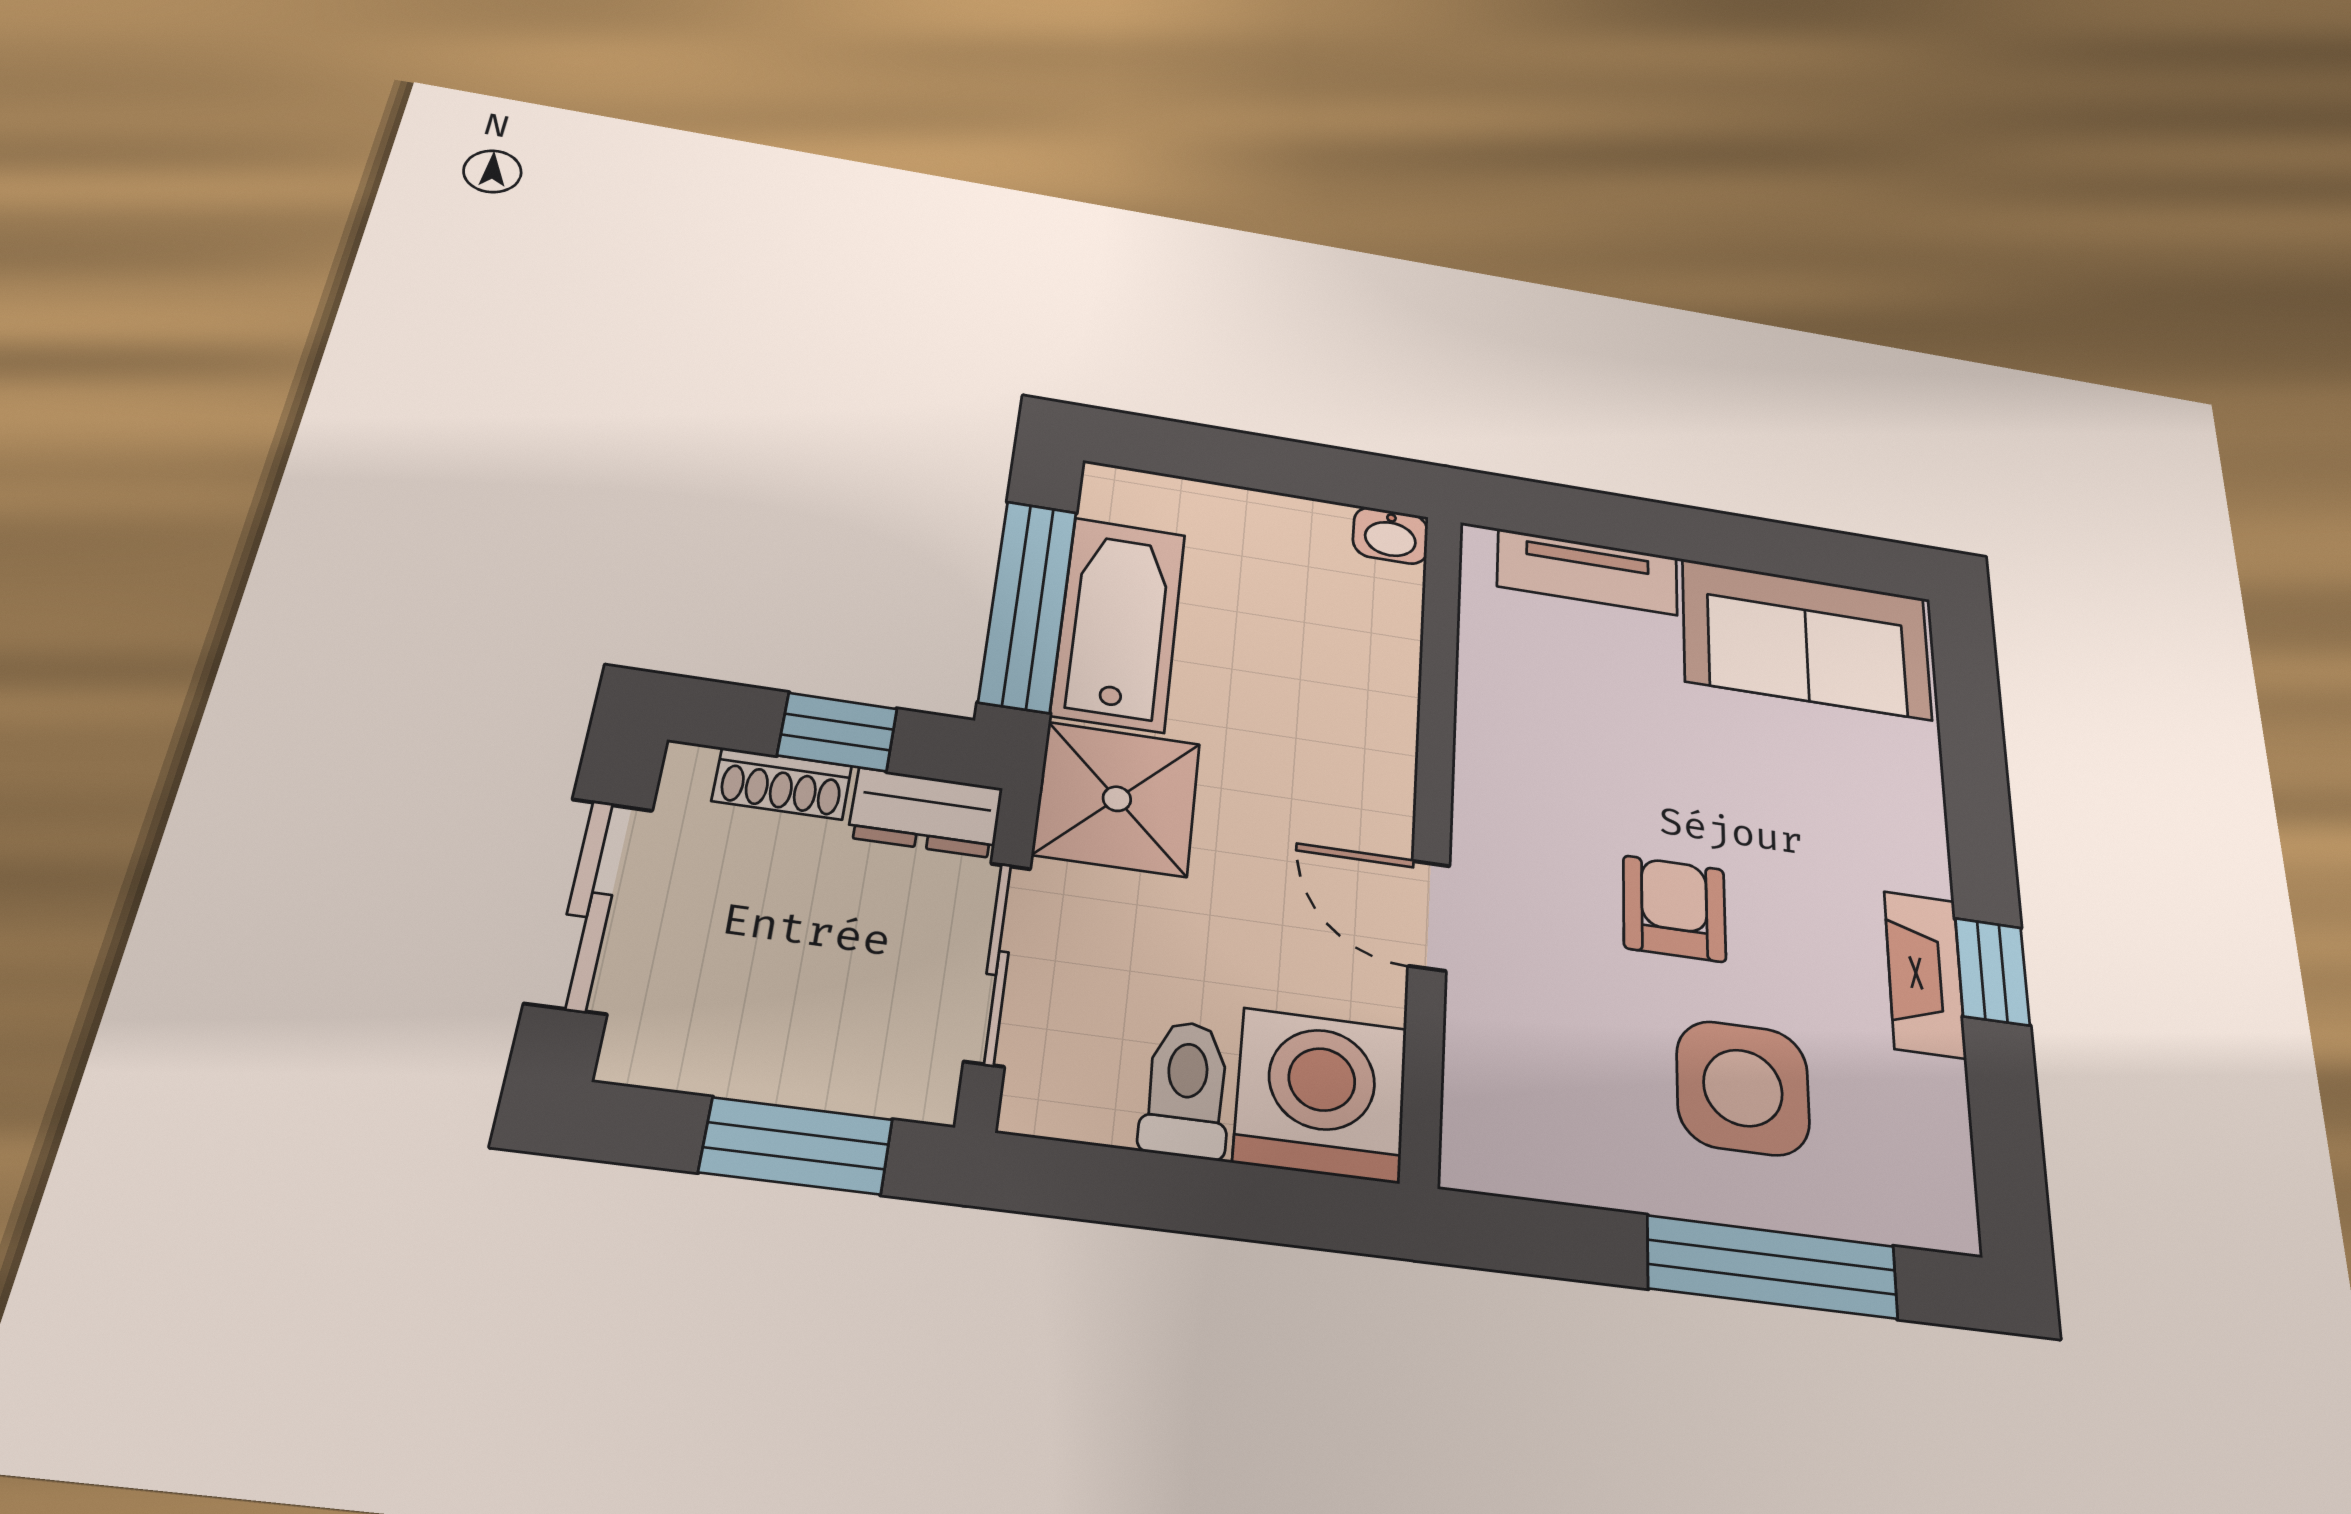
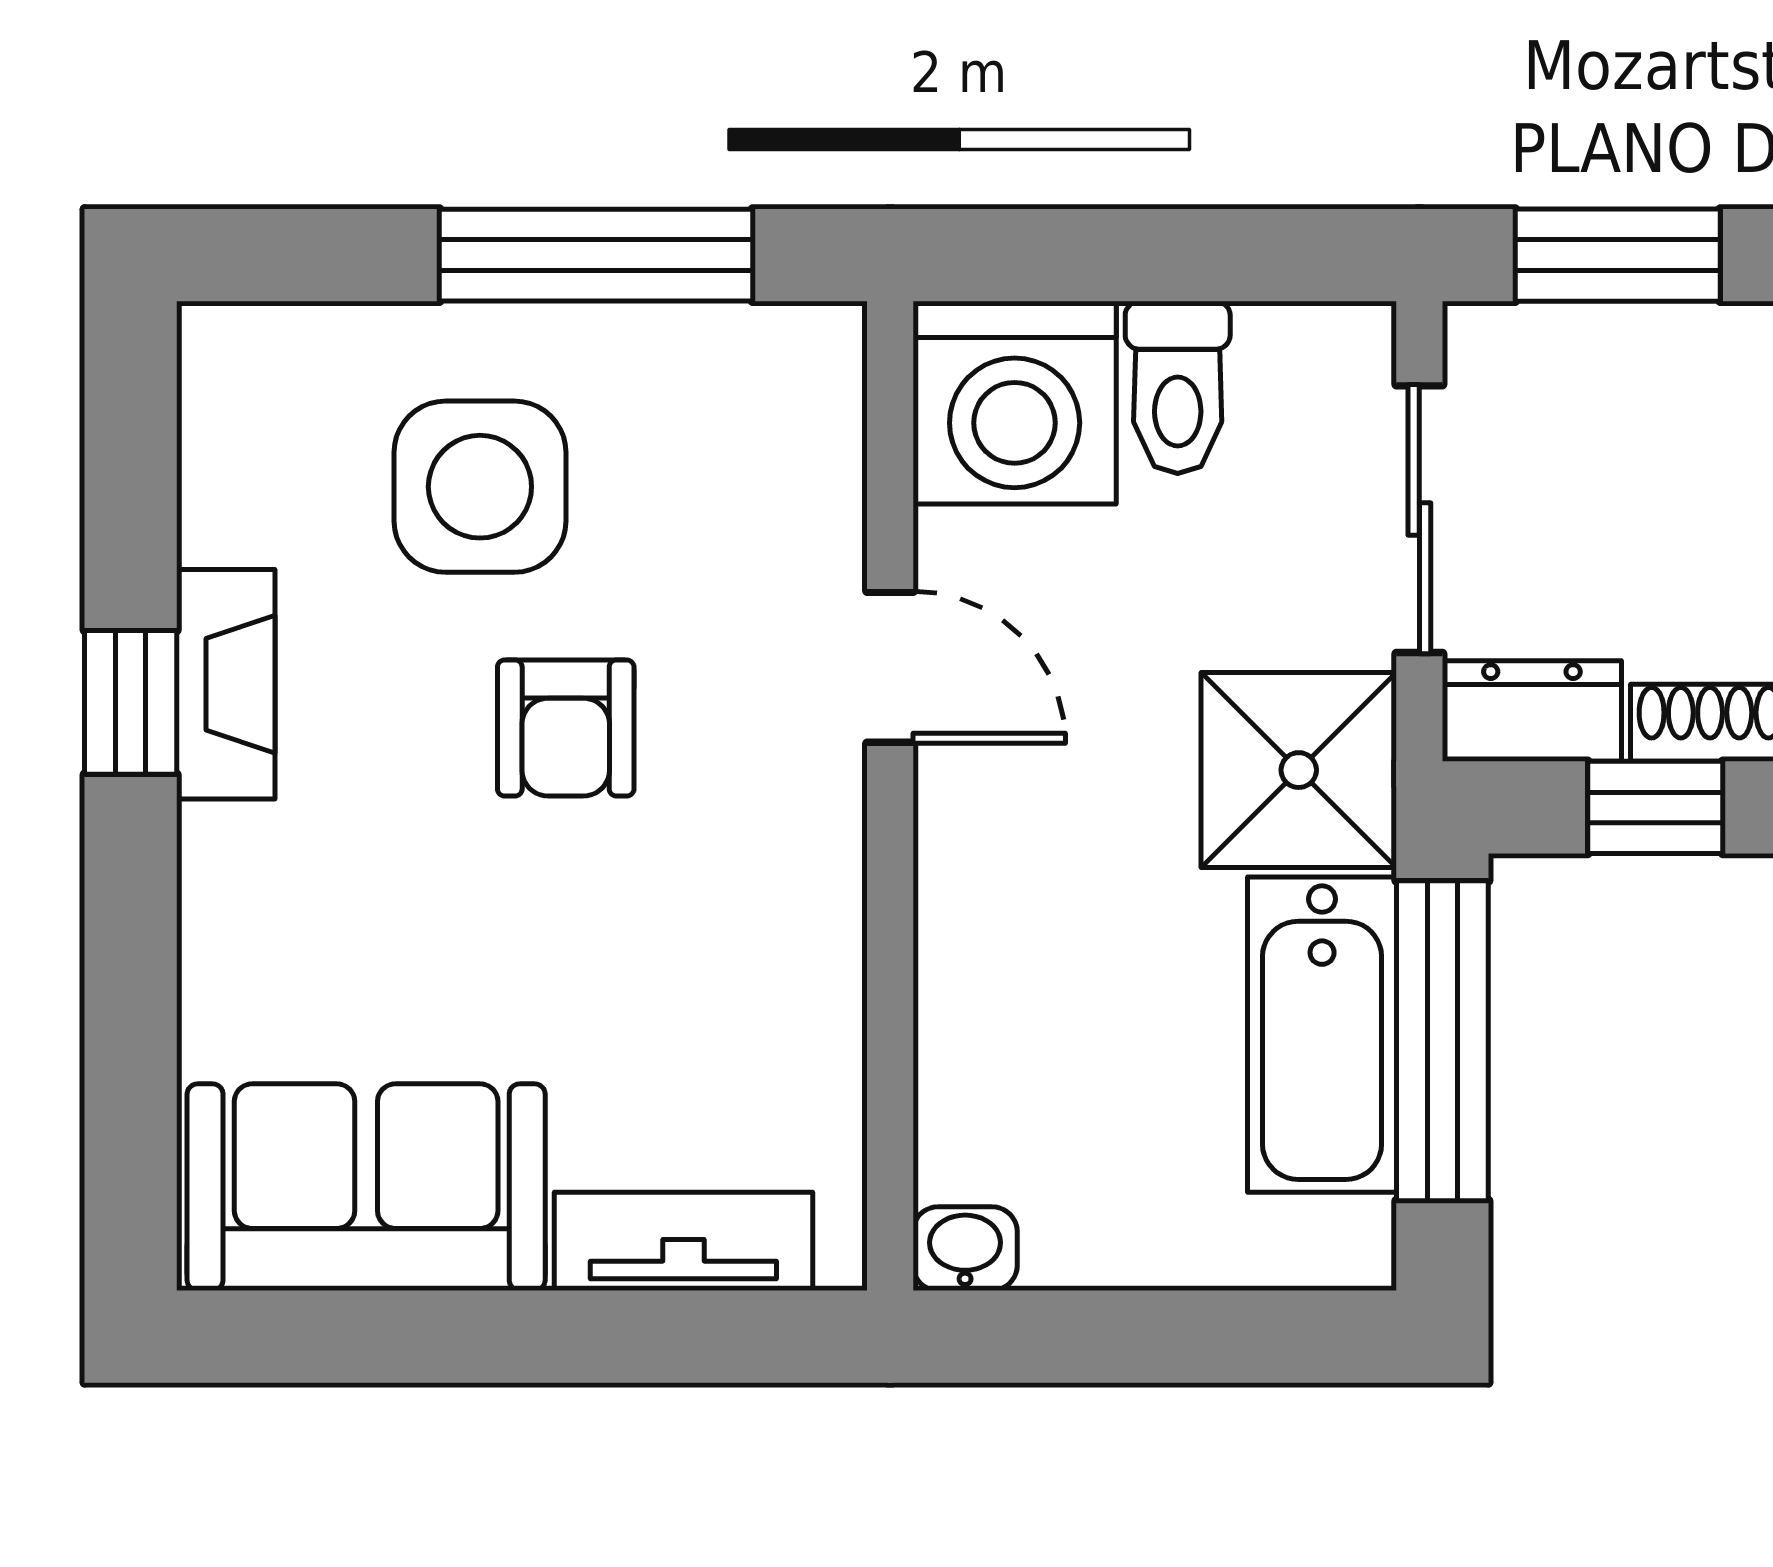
window: (1772, 1267) -> (596, 255), moved

